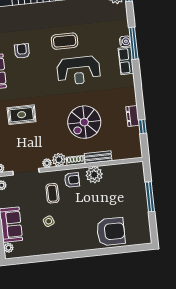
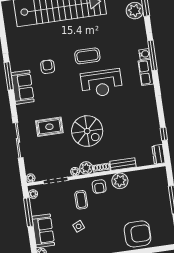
dresser: (133, 116) -> (158, 154), moved
spiral stairs: (84, 122) -> (87, 131), moved, turned -90
armchair: (72, 180) -> (99, 187), turned 90

